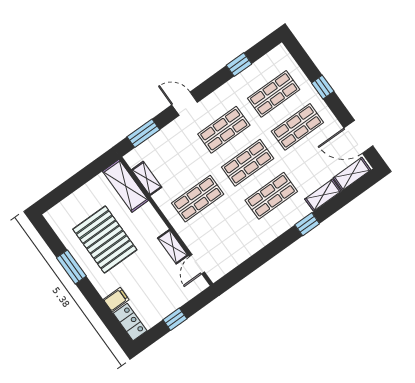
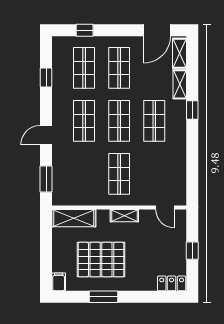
window: (323, 87) -> (85, 30), moved
shelving: (147, 178) -> (79, 200), removed
shelving: (173, 247) -> (124, 216), moved
filing cabinet: (116, 300) -> (59, 282), moved

